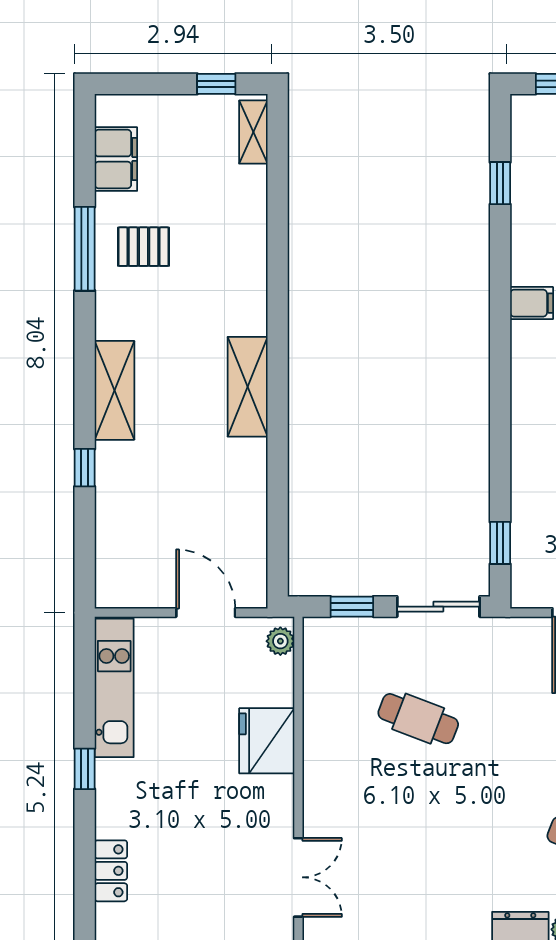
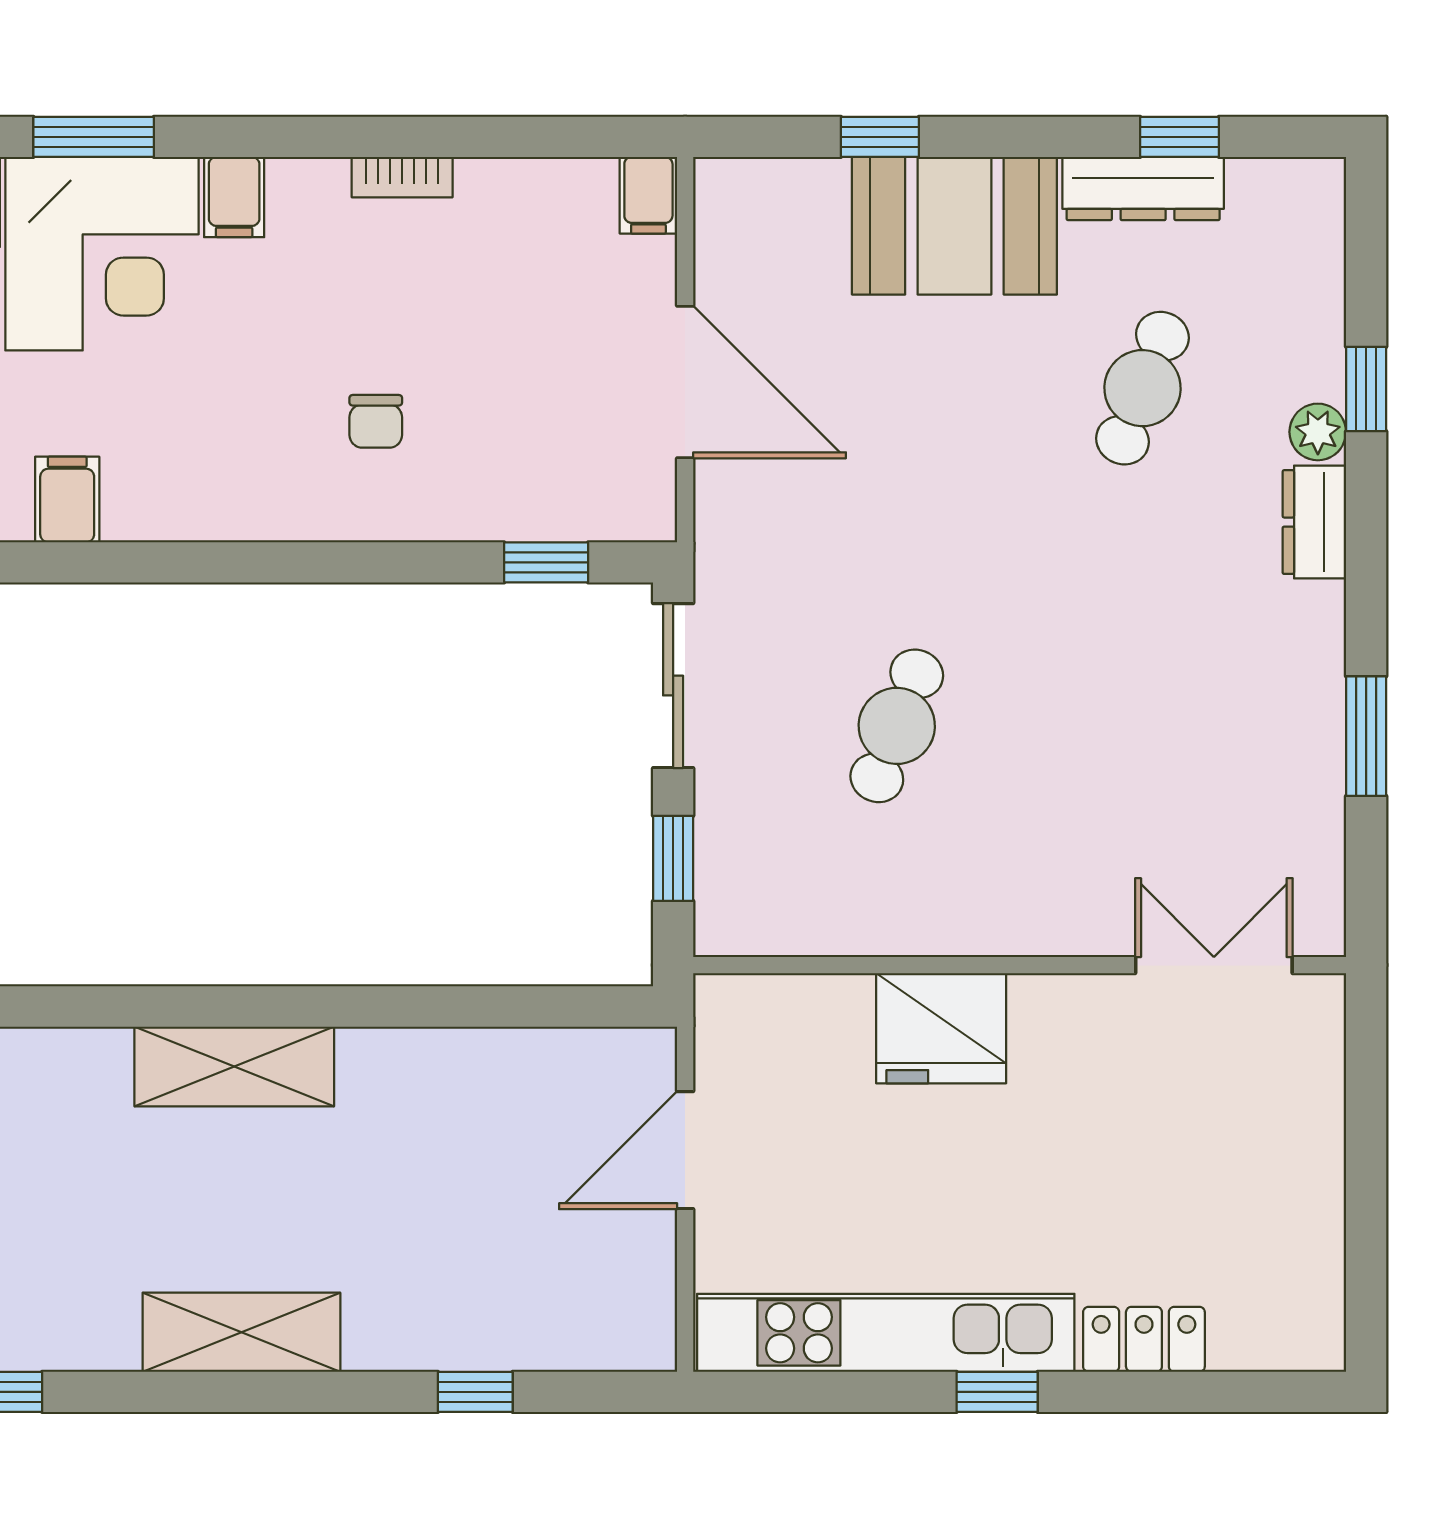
window: (85, 468) -> (475, 1392), moved
plant: (280, 641) -> (742, 1001), removed
kitchen unit: (114, 688) -> (886, 1333), width x1.36
locker: (111, 871) -> (1144, 1339), moved

